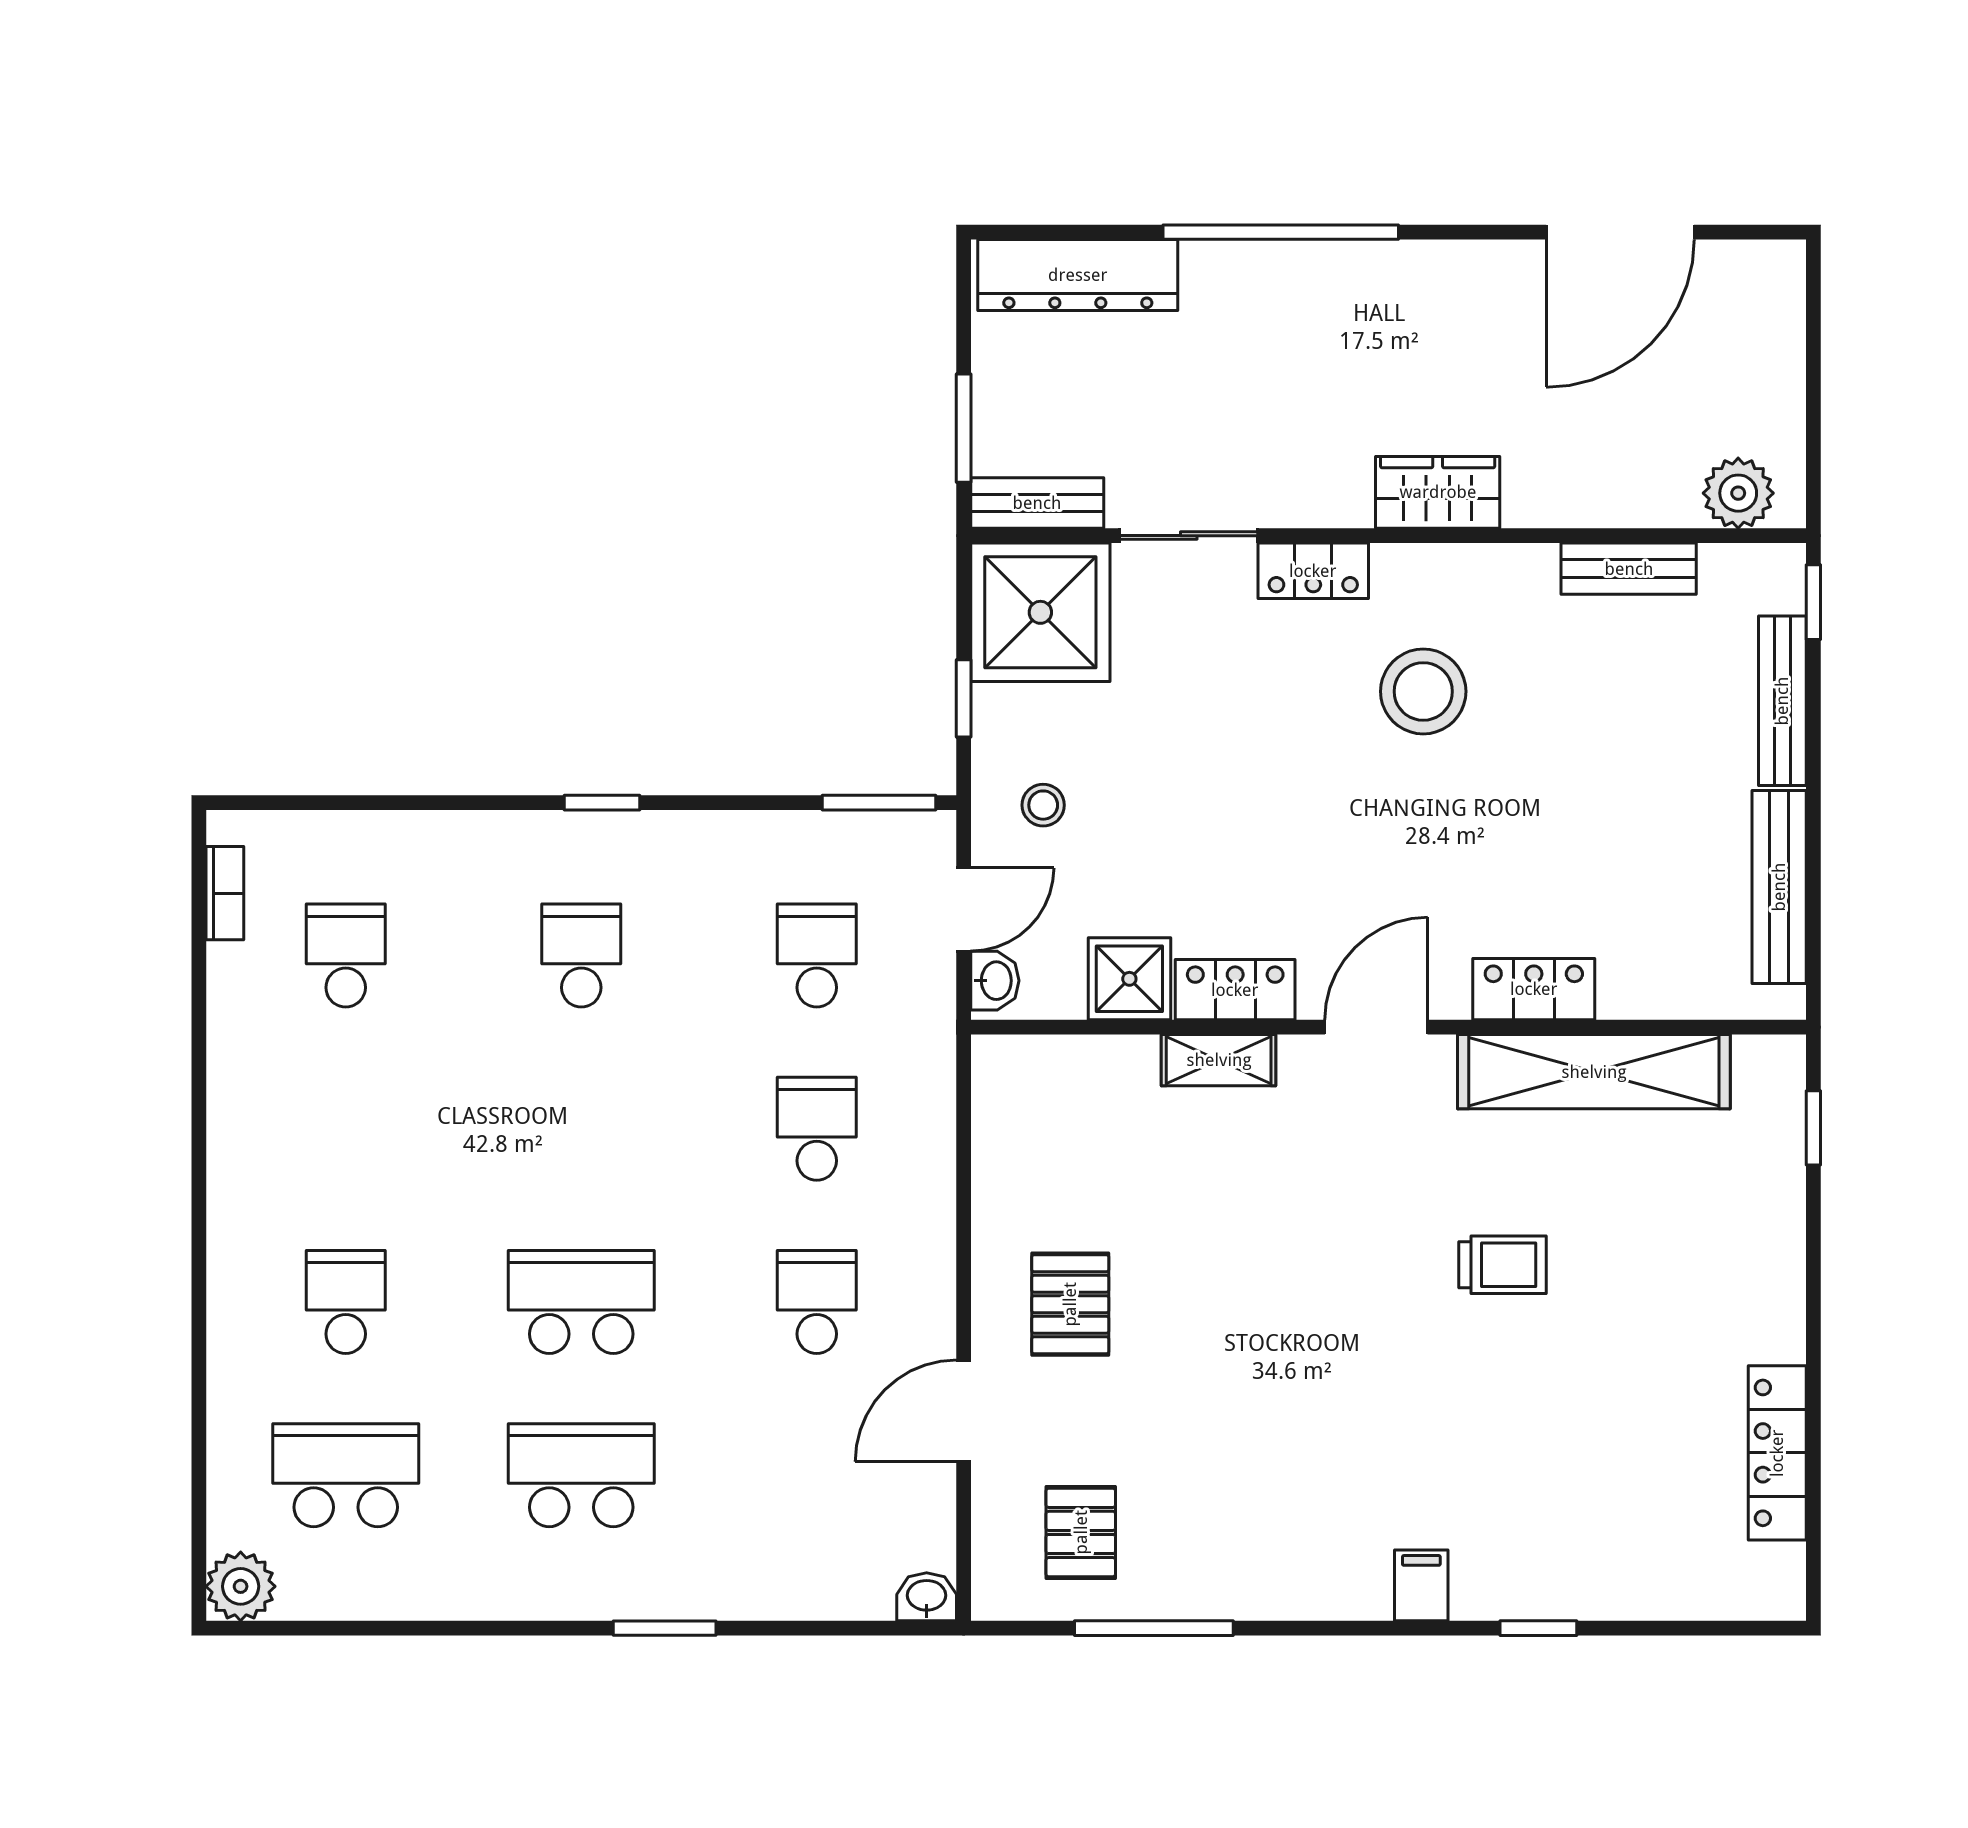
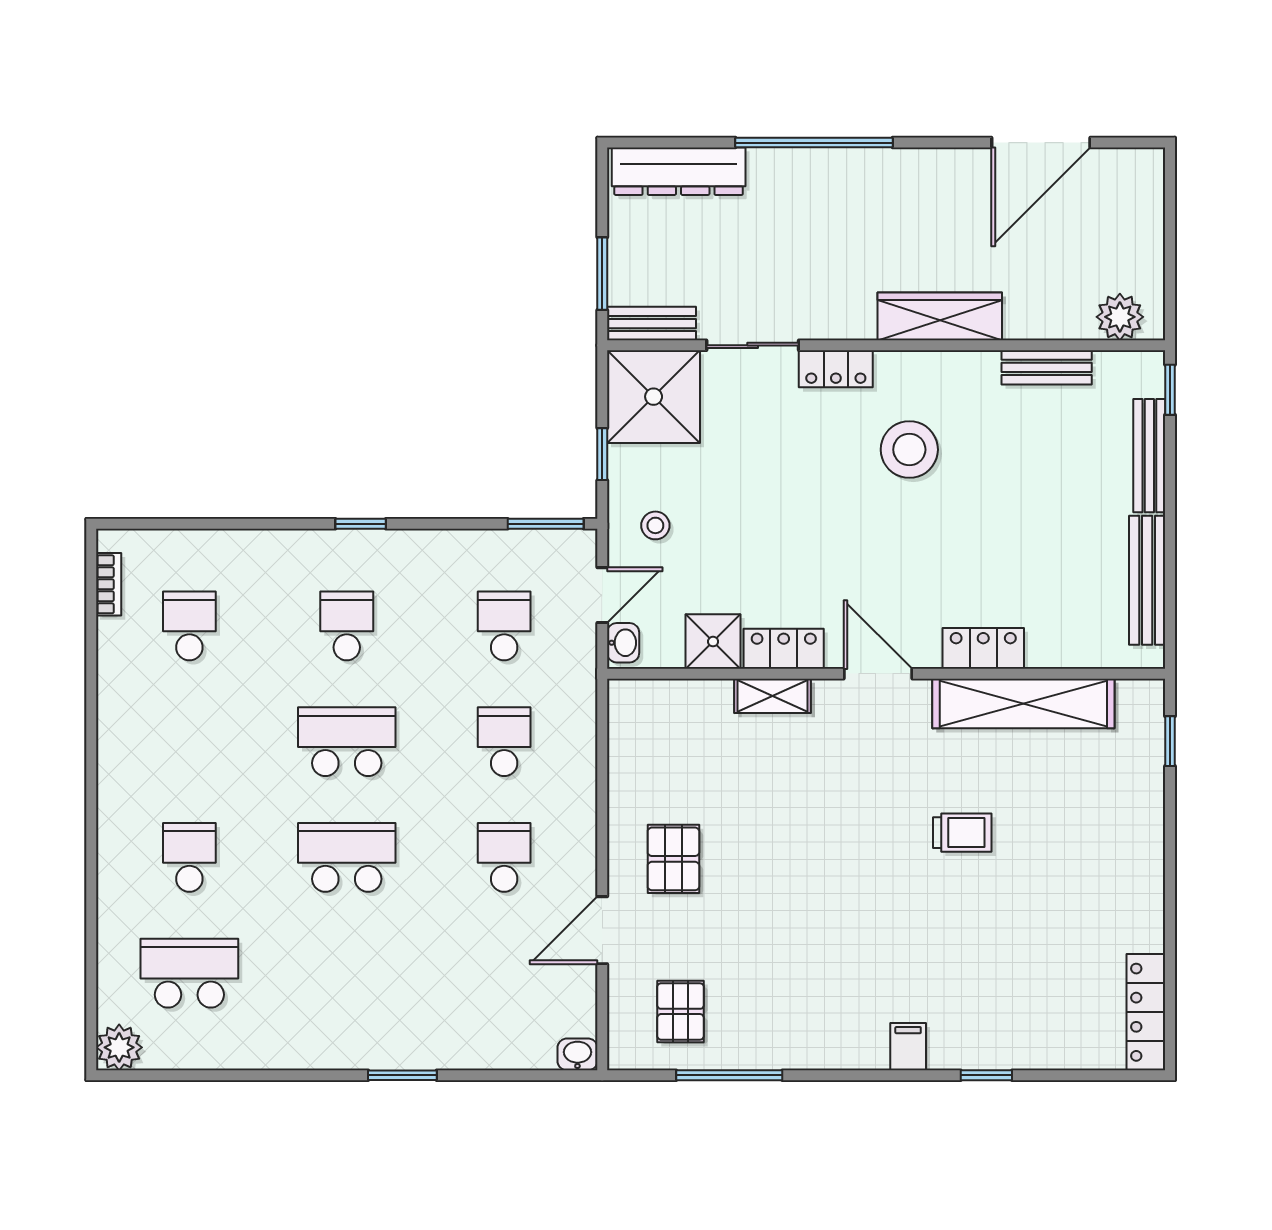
wardrobe: (1438, 492) -> (940, 316), width x1.50
door: (1376, 1027) -> (878, 674), hinge flipped
locker: (1777, 1453) -> (1146, 1012), moved
school desk: (581, 1475) -> (347, 742), moved

